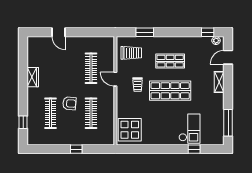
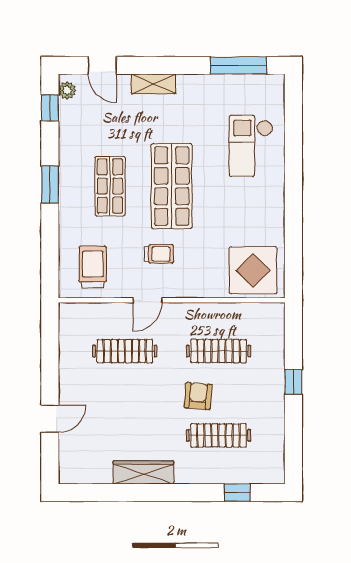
window: (145, 32) -> (50, 184), moved
wardrobe: (33, 77) -> (143, 472), width x1.50
checkout: (189, 129) -> (251, 146), turned -90
window: (194, 149) -> (293, 136), removed

